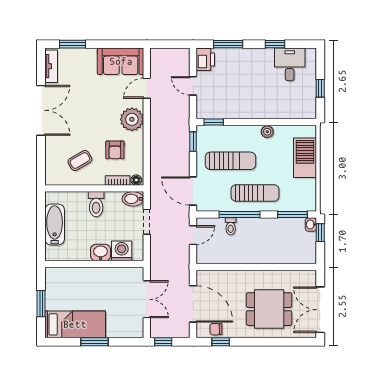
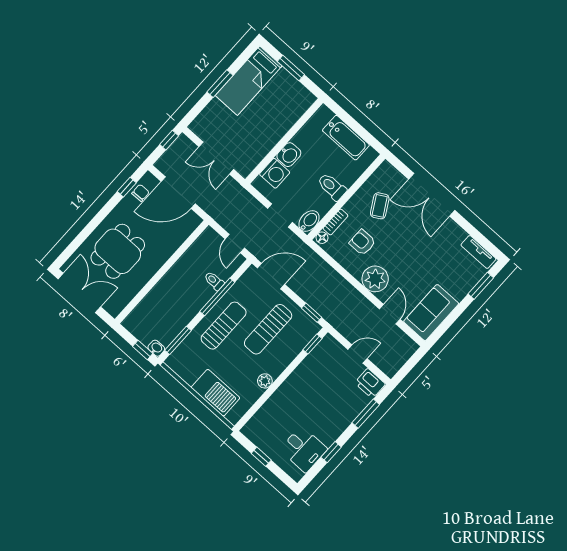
double door: (41, 110) -> (432, 195), moved
sun lounger: (255, 193) -> (224, 326), turned 180

